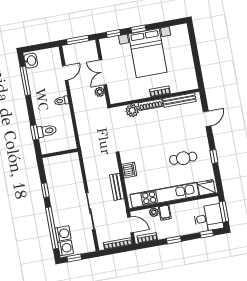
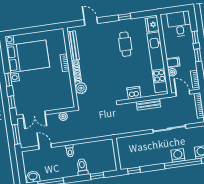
bed with nightstands: (148, 53) -> (28, 56), moved
double door: (103, 72) -> (34, 115), moved
toilet: (47, 131) -> (82, 167), moved
window: (45, 190) -> (134, 171), moved
window: (224, 212) -> (174, 10), removed
door: (131, 225) -> (183, 93), hinge flipped
washing machine: (63, 233) -> (178, 155), moved
window: (207, 234) -> (195, 37), moved

